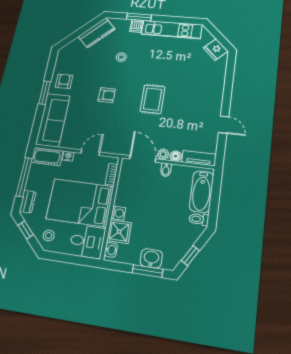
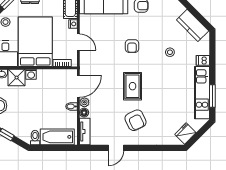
window: (139, 17) -> (212, 96), moved
rug: (153, 99) -> (133, 86), turned 90
armchair: (193, 100) -> (136, 120), added

